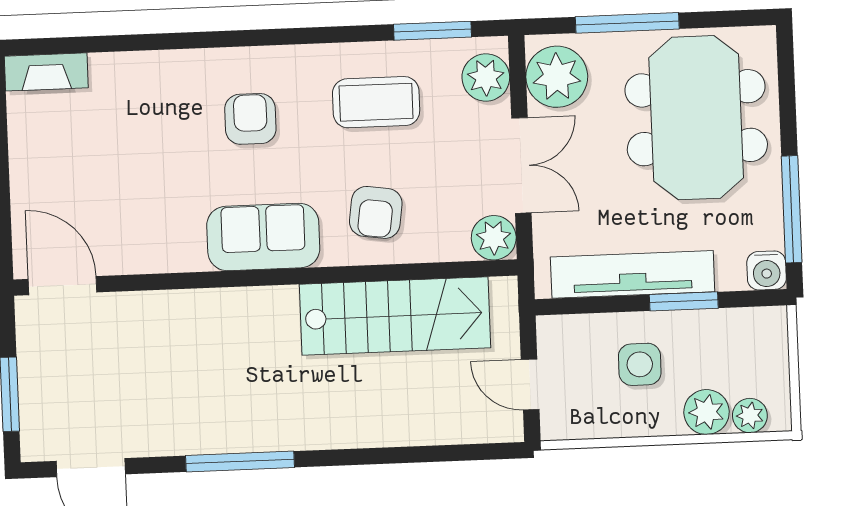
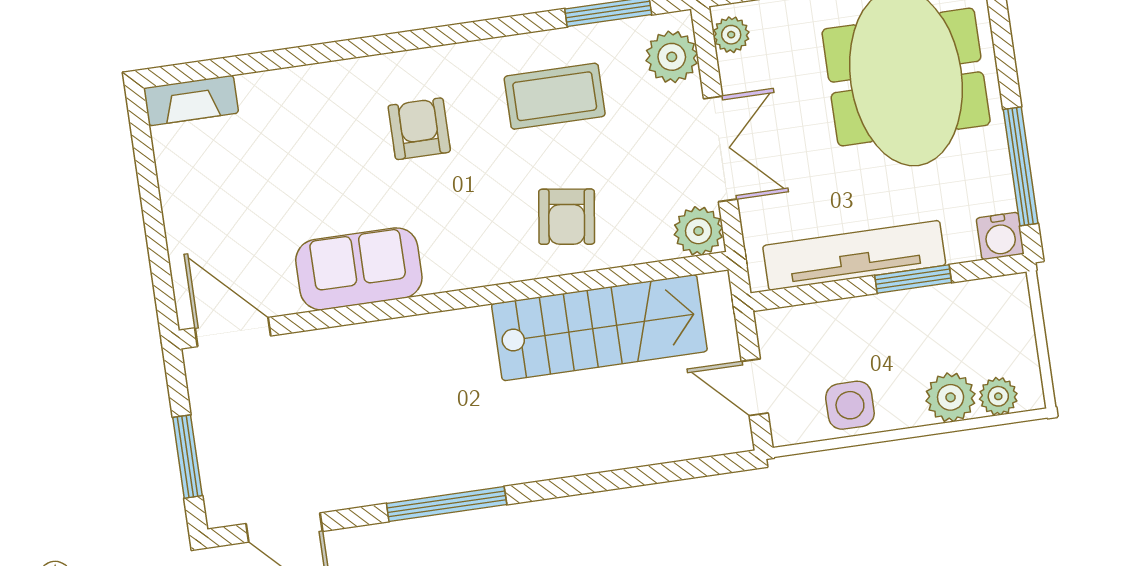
plant: (557, 77) -> (731, 35), width x0.53, depth x0.53
sofa: (263, 237) -> (359, 269), moved
side table: (640, 364) -> (850, 405), moved

